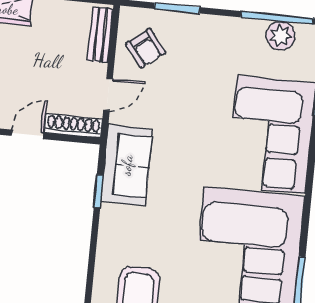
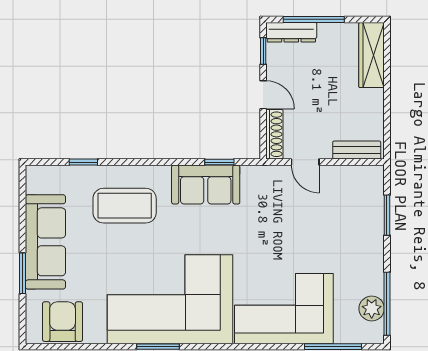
armchair: (146, 48) -> (349, 191), removed
sofa: (127, 165) -> (206, 184), moved

